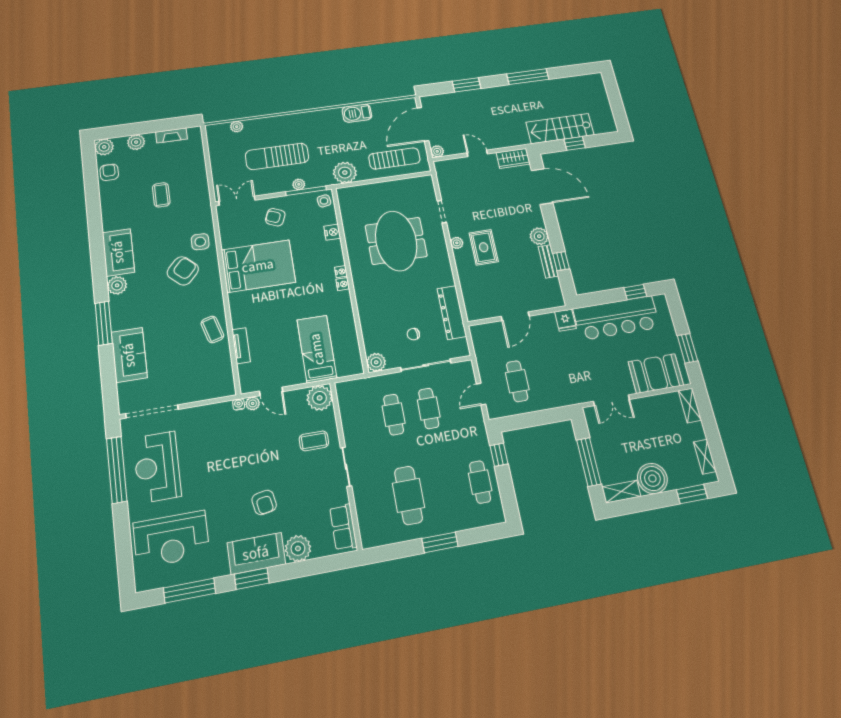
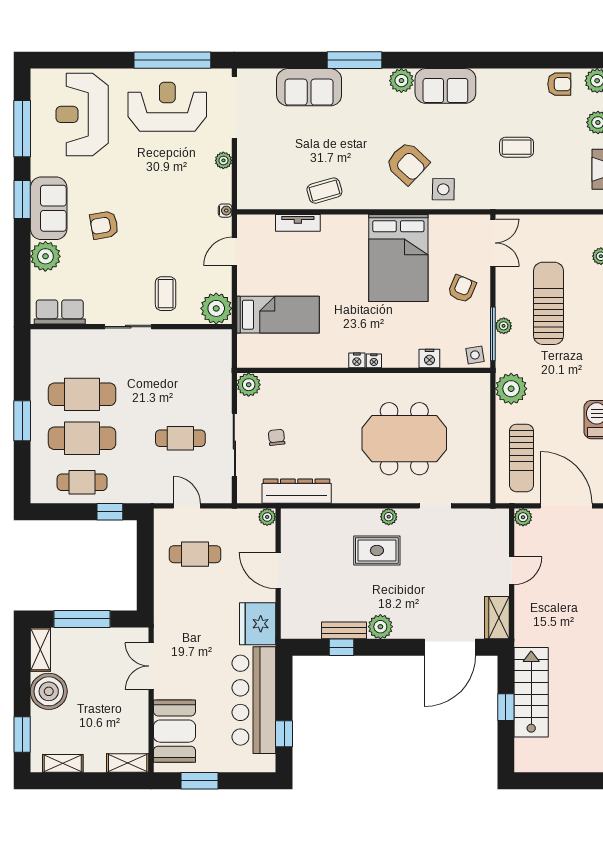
fridge: (565, 320) -> (258, 624), width x1.88, depth x1.34
plant: (476, 331) -> (267, 517), added
plant: (253, 403) -> (223, 160), moved
cafe table: (394, 415) -> (82, 438), moved, width x1.37, depth x1.35

